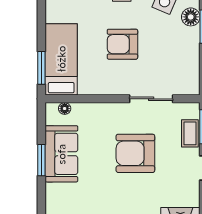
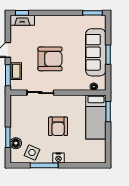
armchair: (122, 44) -> (58, 126), turned 90
sofa: (61, 154) -> (96, 52), width x1.36

